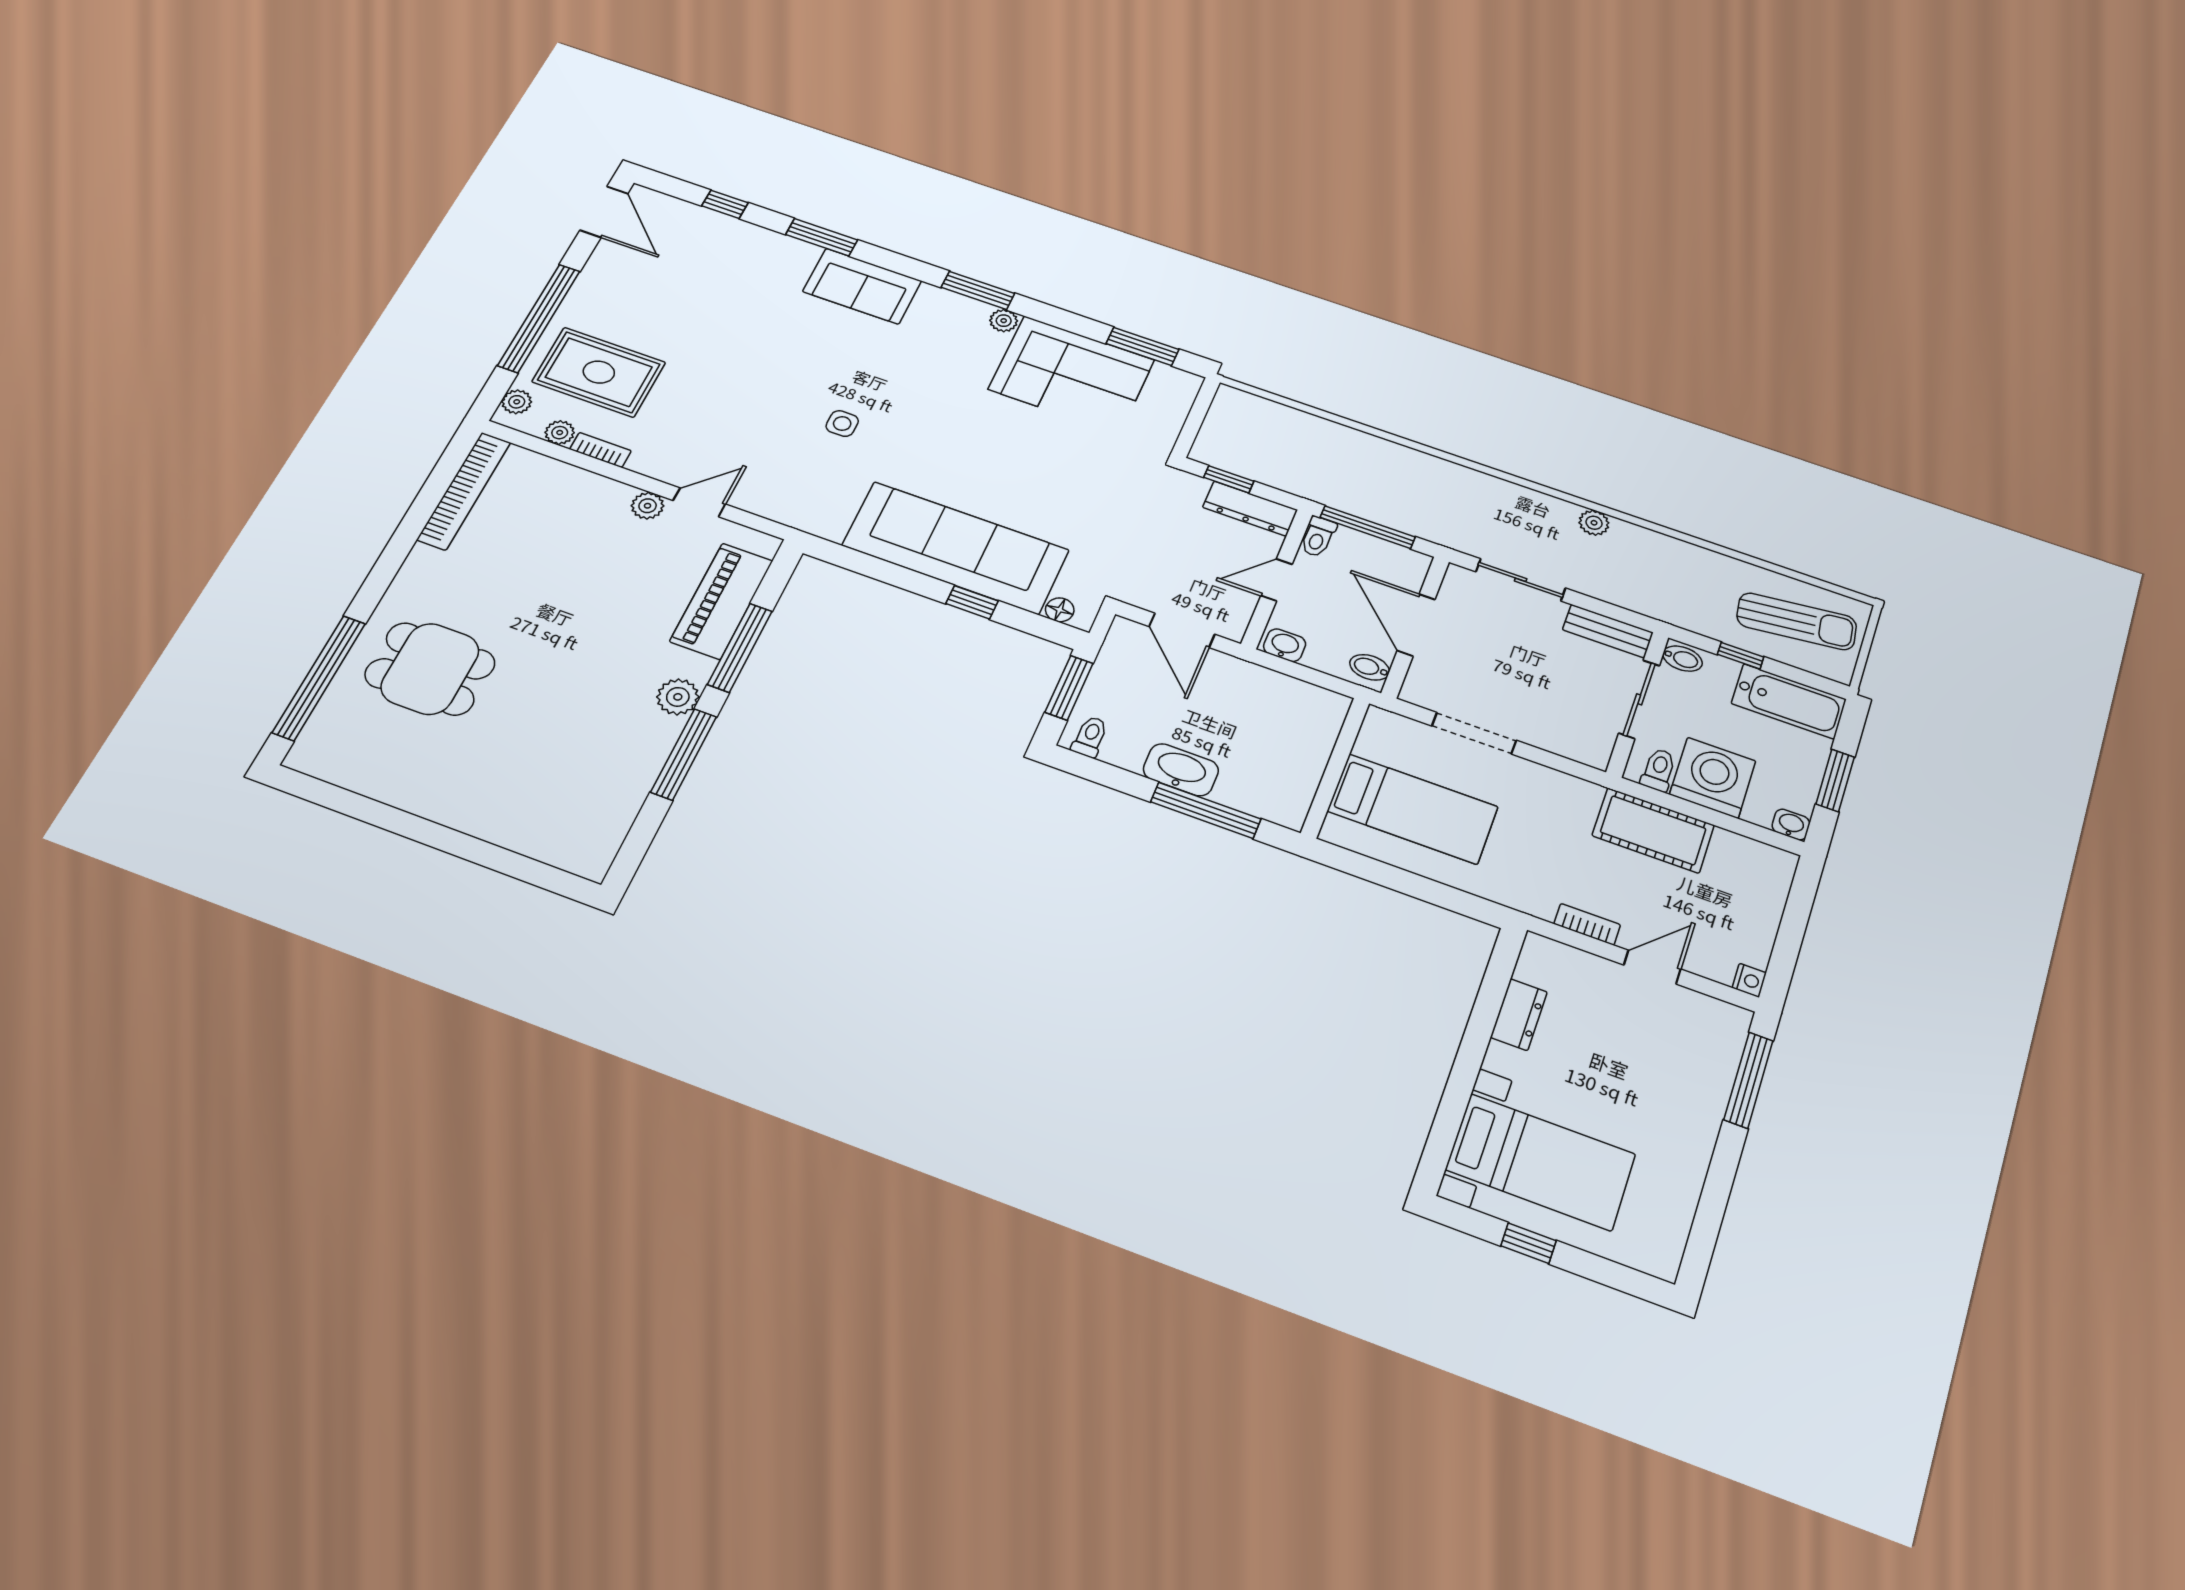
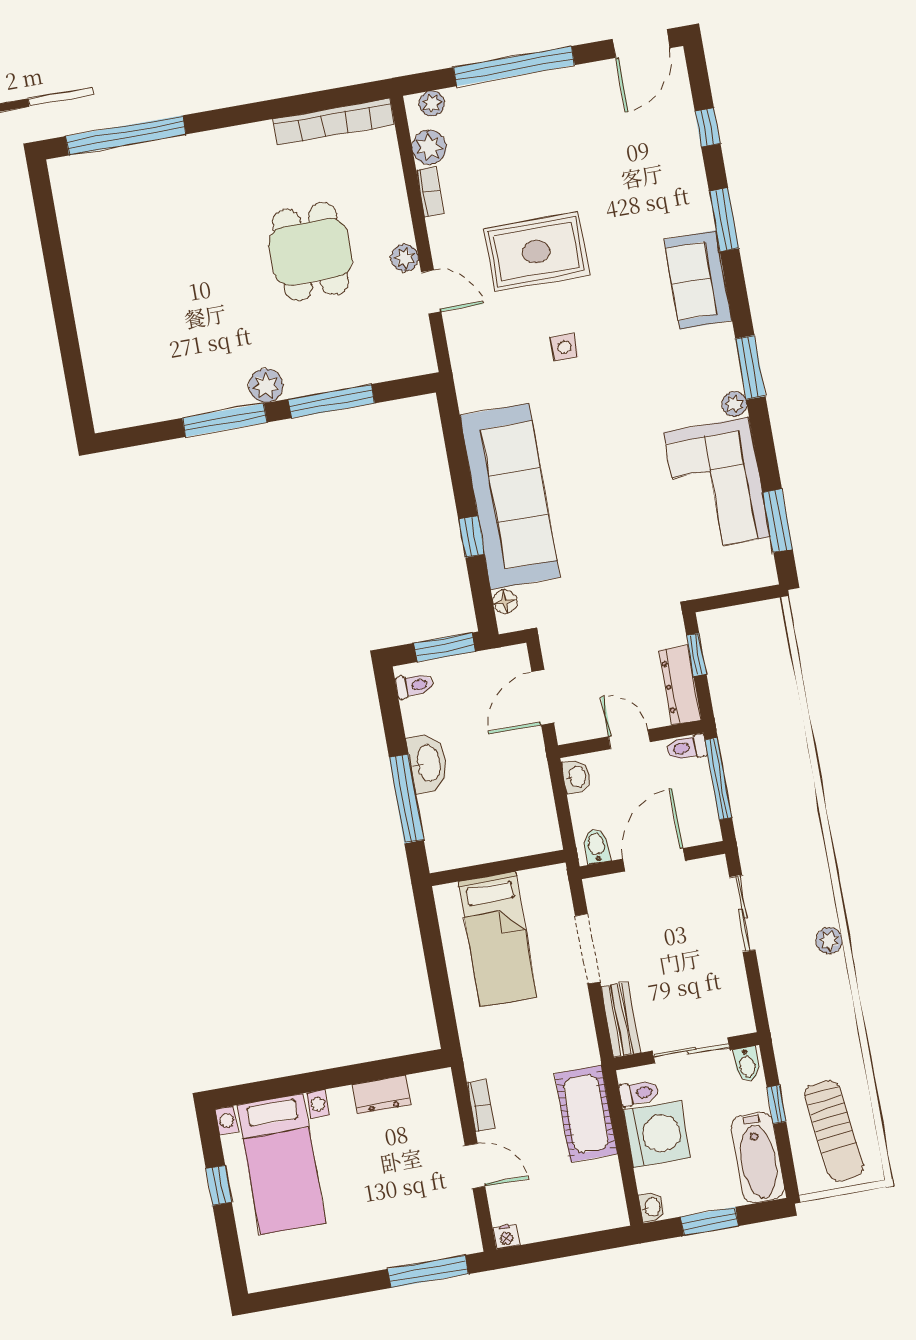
rug: (599, 372) -> (536, 252), moved, turned 90
plant: (560, 433) -> (429, 147), width x1.38, depth x1.38
piano: (721, 601) -> (360, 363), removed
bench: (1608, 631) -> (621, 1020), moved
dining table: (430, 669) -> (310, 252), moved

